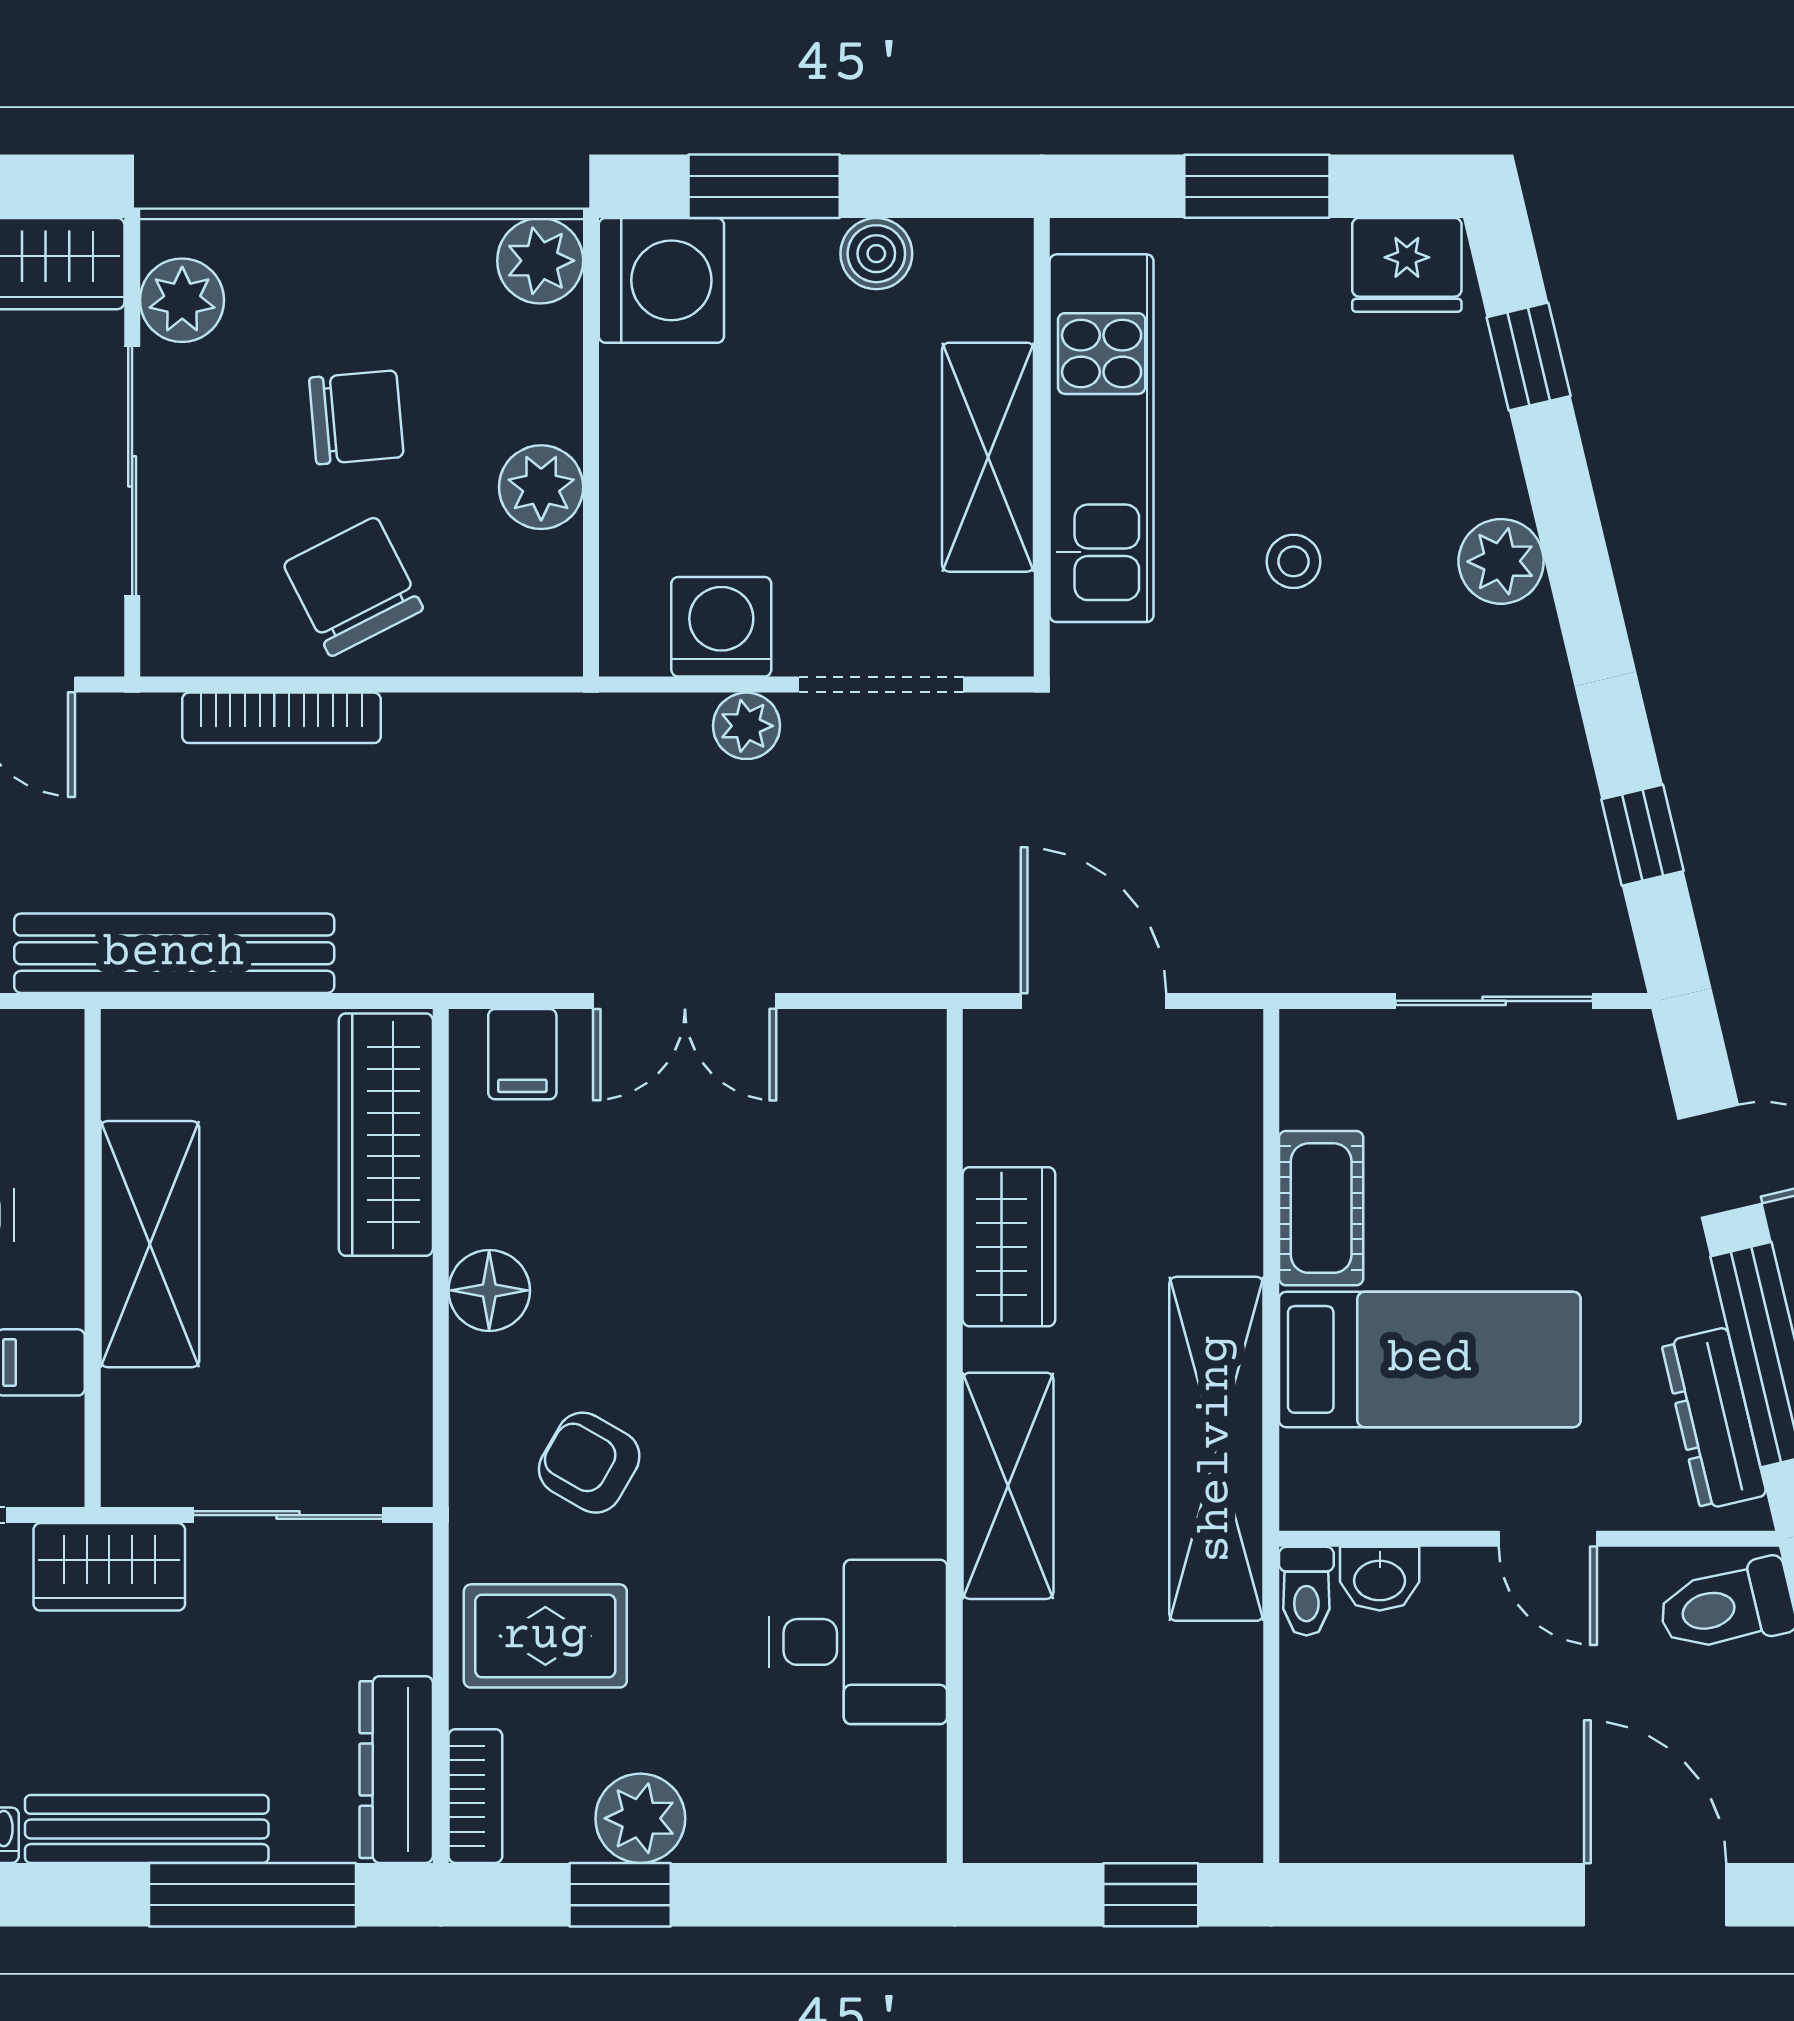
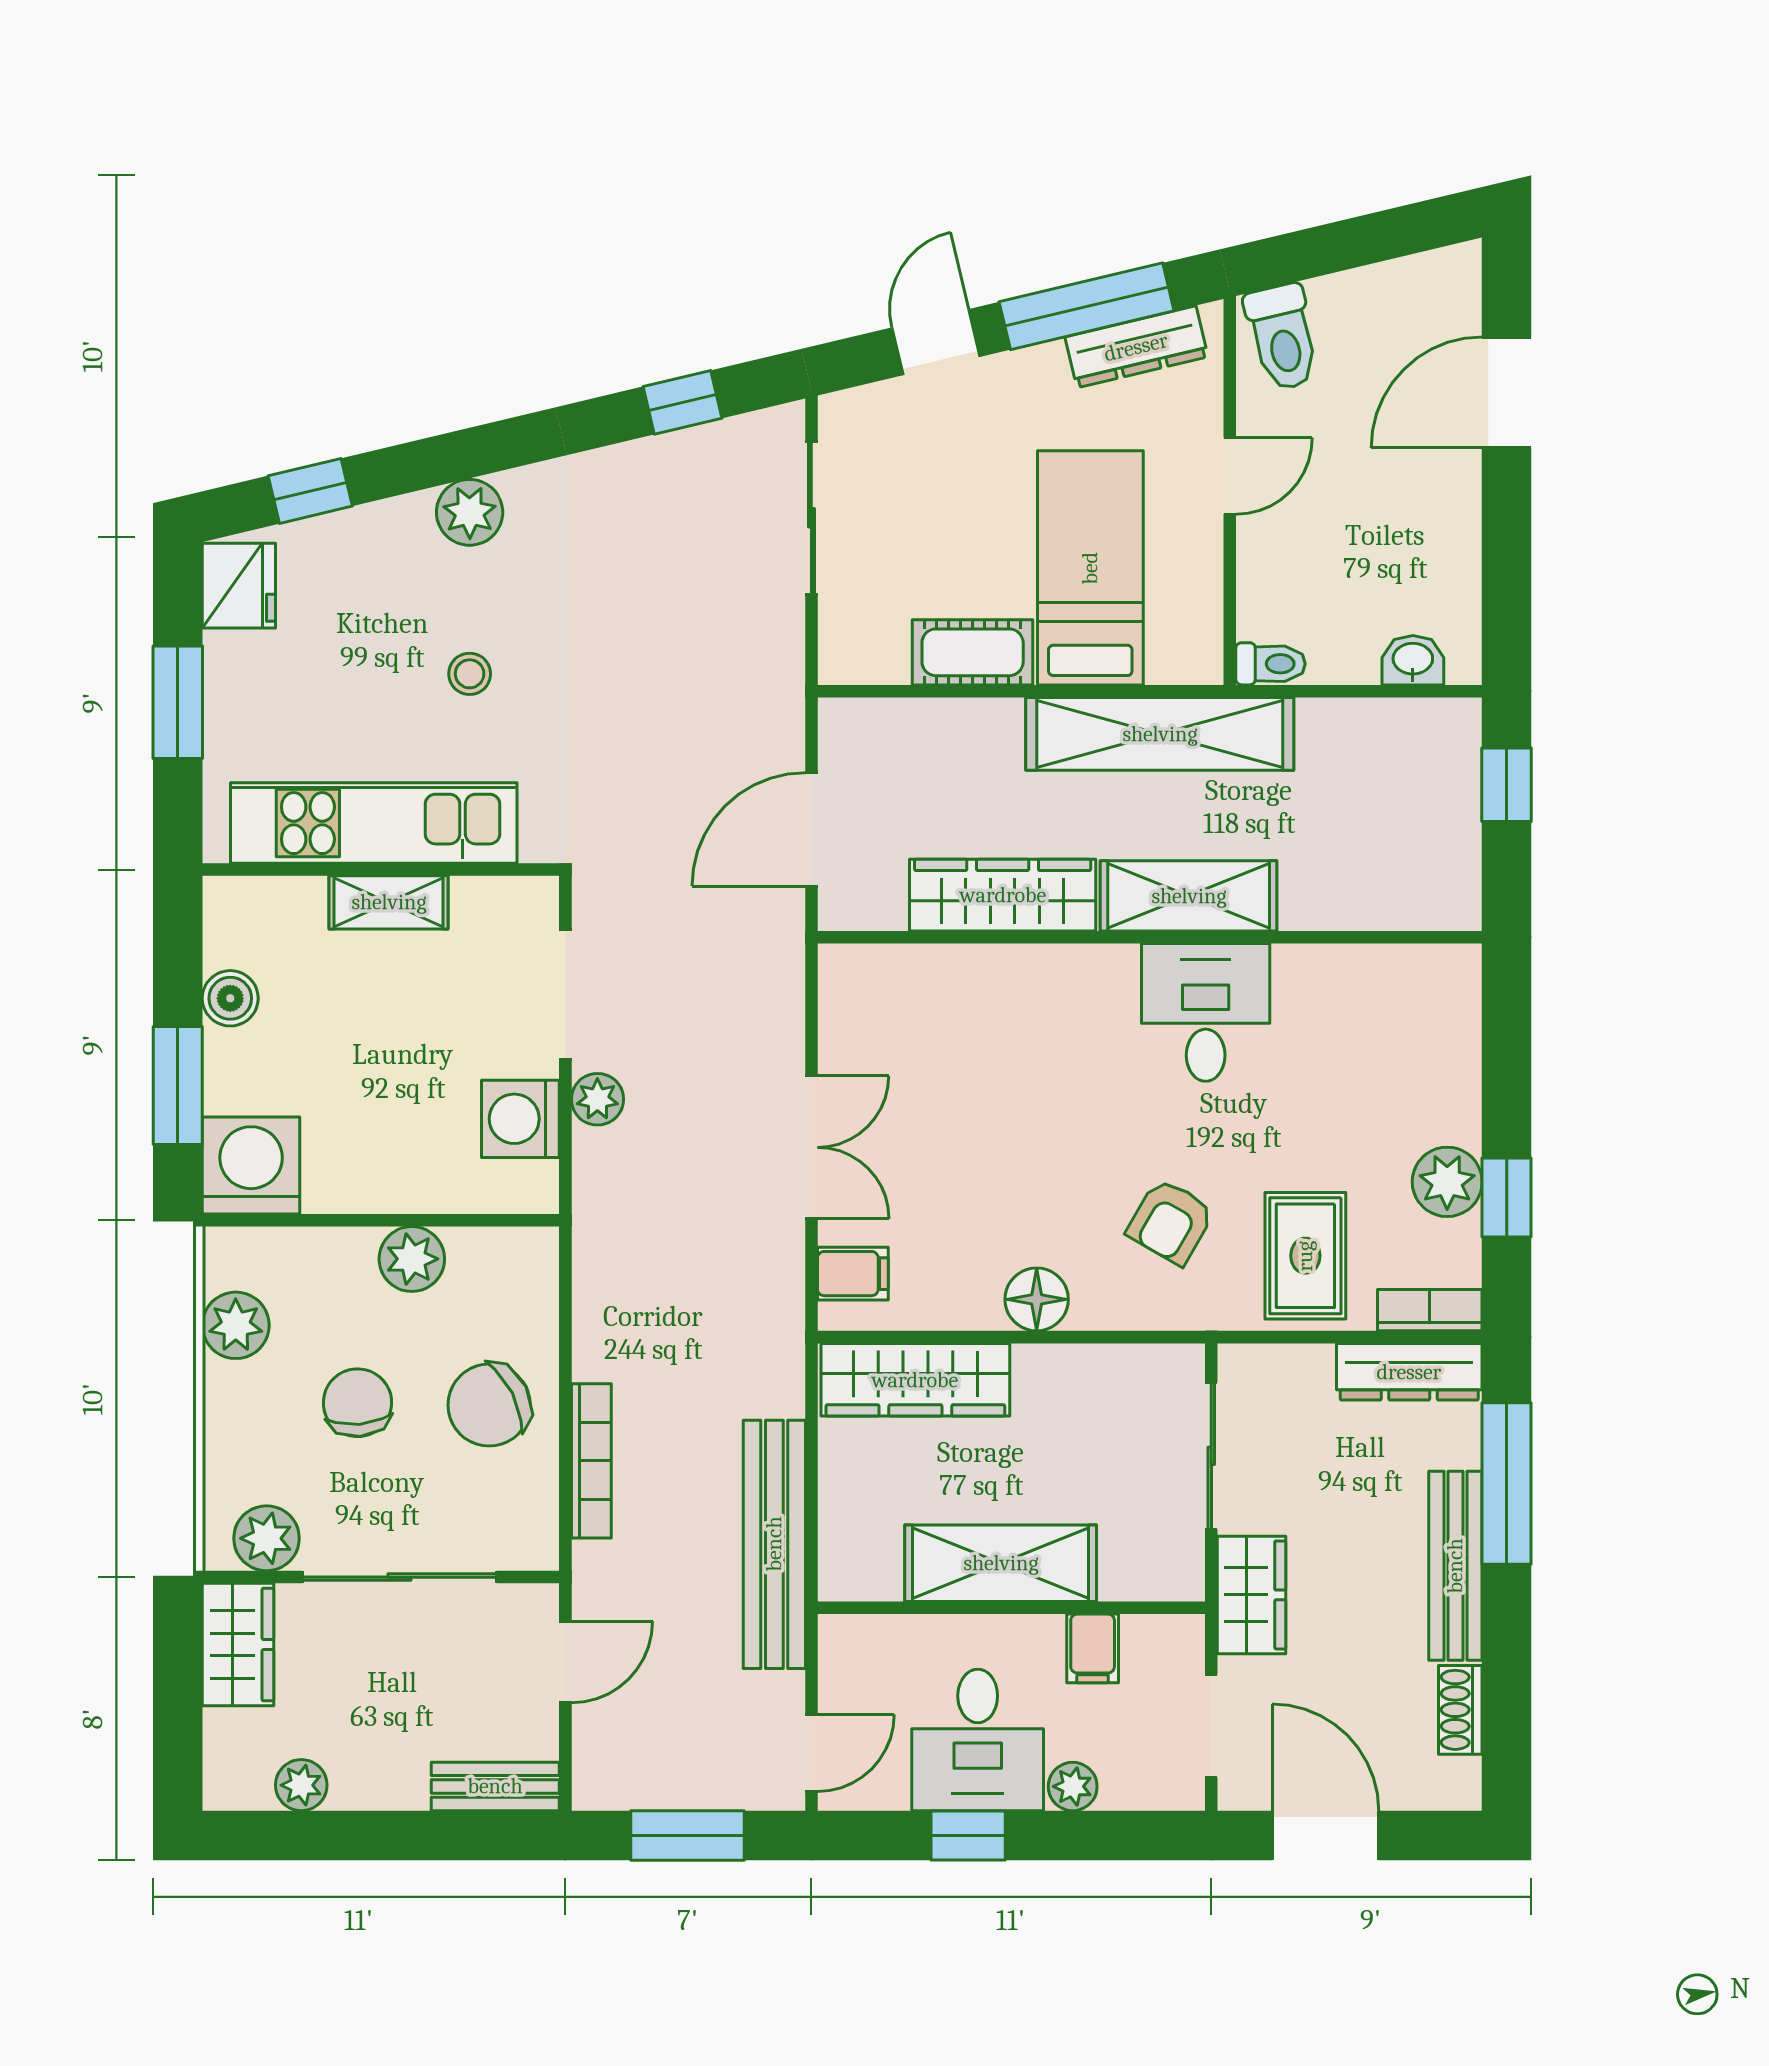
plant: (540, 261) -> (236, 1325), moved
shelving: (988, 457) -> (389, 902), width x0.67, depth x0.75
wardrobe: (1009, 1247) -> (1003, 895), width x1.50
washbasin: (1380, 1579) -> (1413, 660), moved, turned -90
desk: (858, 1642) -> (1206, 1012), moved

